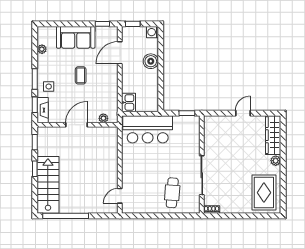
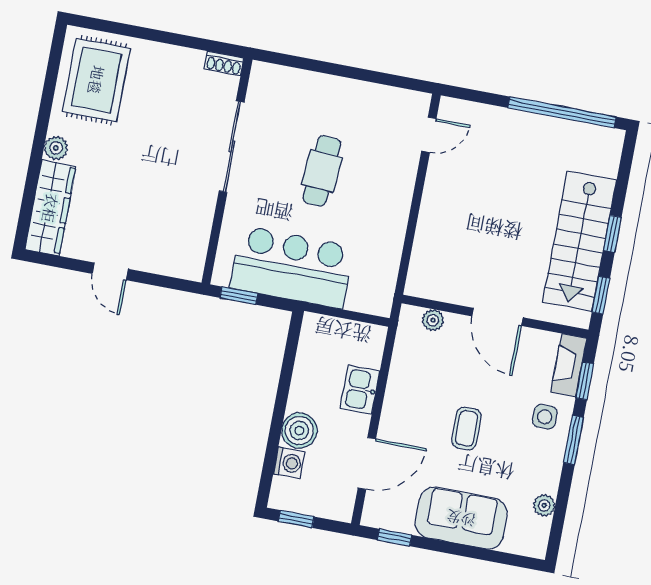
window: (133, 24) -> (296, 519), moved
washing machine: (153, 32) -> (289, 463), moved
kitchen sink: (128, 102) -> (360, 390), moved
door: (243, 113) -> (110, 271), hinge flipped
door: (77, 125) -> (497, 317), hinge flipped
bar counter: (148, 129) -> (292, 267), moved
stairs: (48, 185) -> (580, 241), moved
cafe table: (172, 193) -> (322, 171), moved

